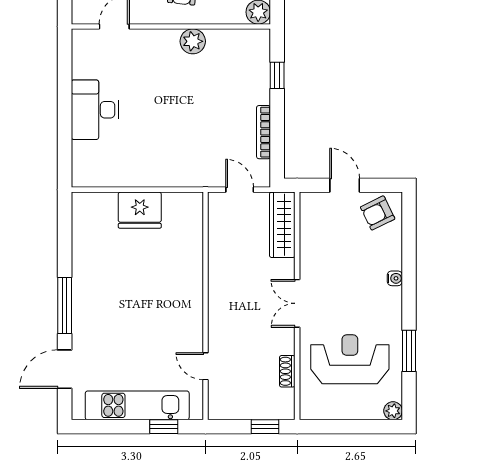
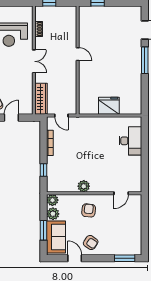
desk: (95, 110) -> (130, 141), moved
door: (345, 185) -> (11, 118), swing flipped
door: (206, 366) -> (78, 54), moved
kitchen unit: (137, 405) -> (110, 13), removed

